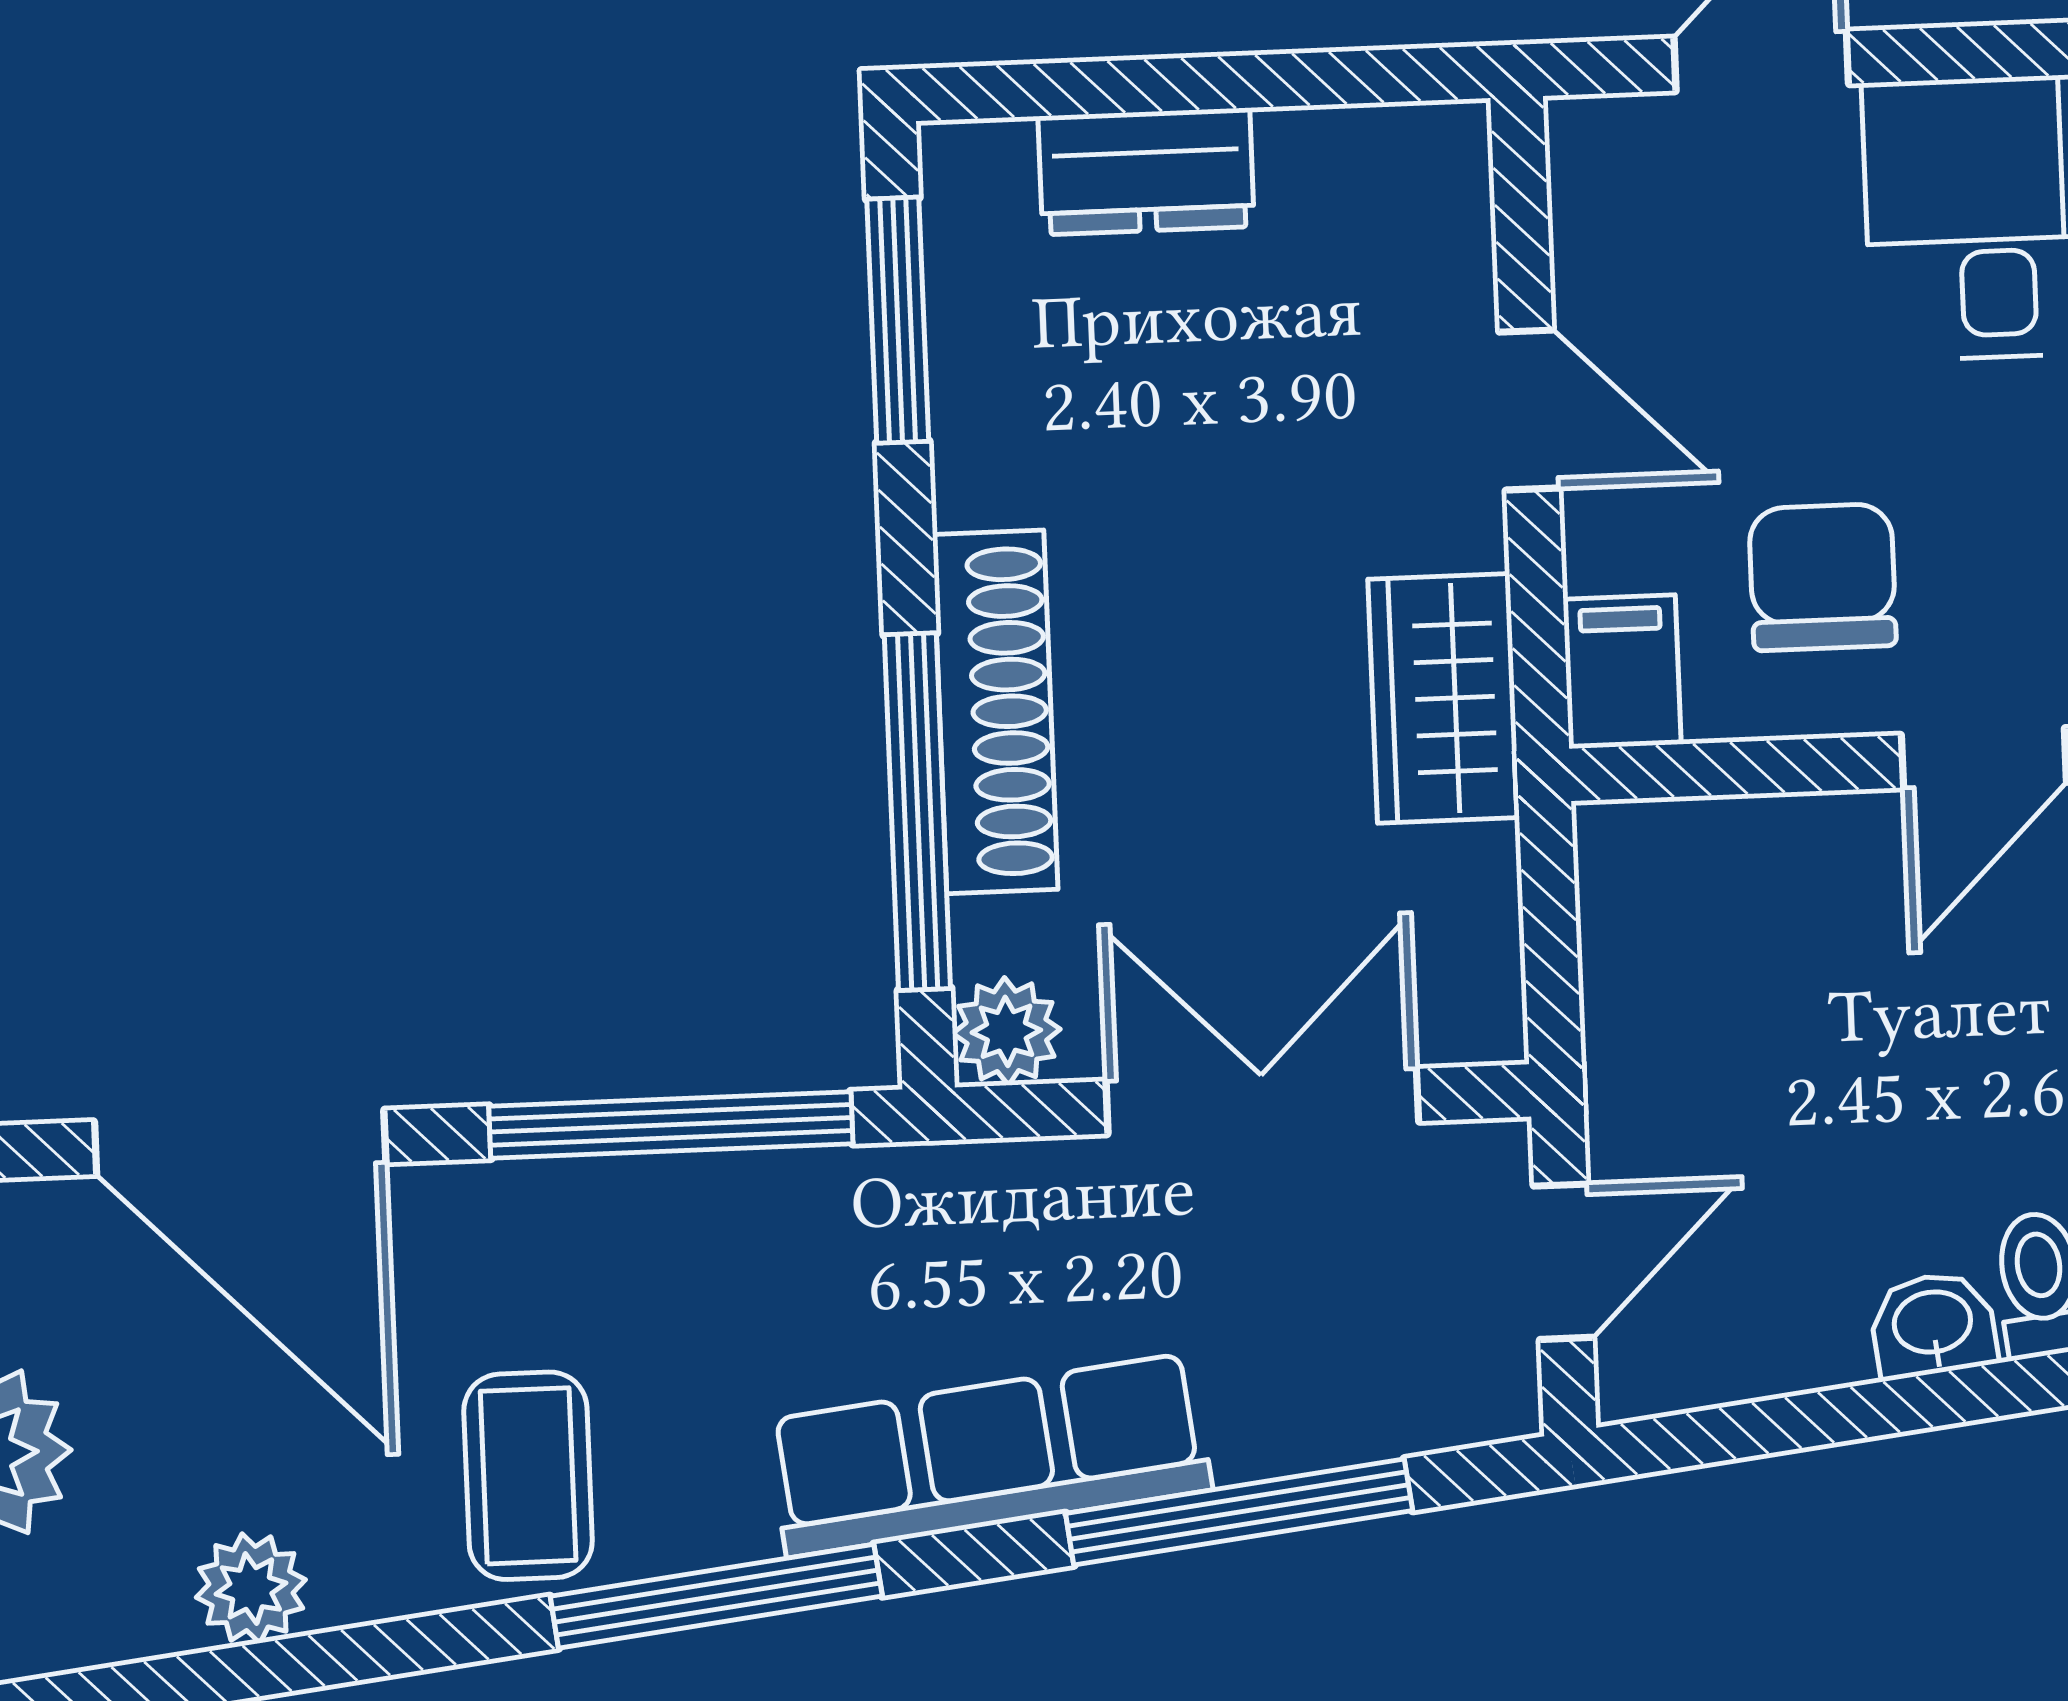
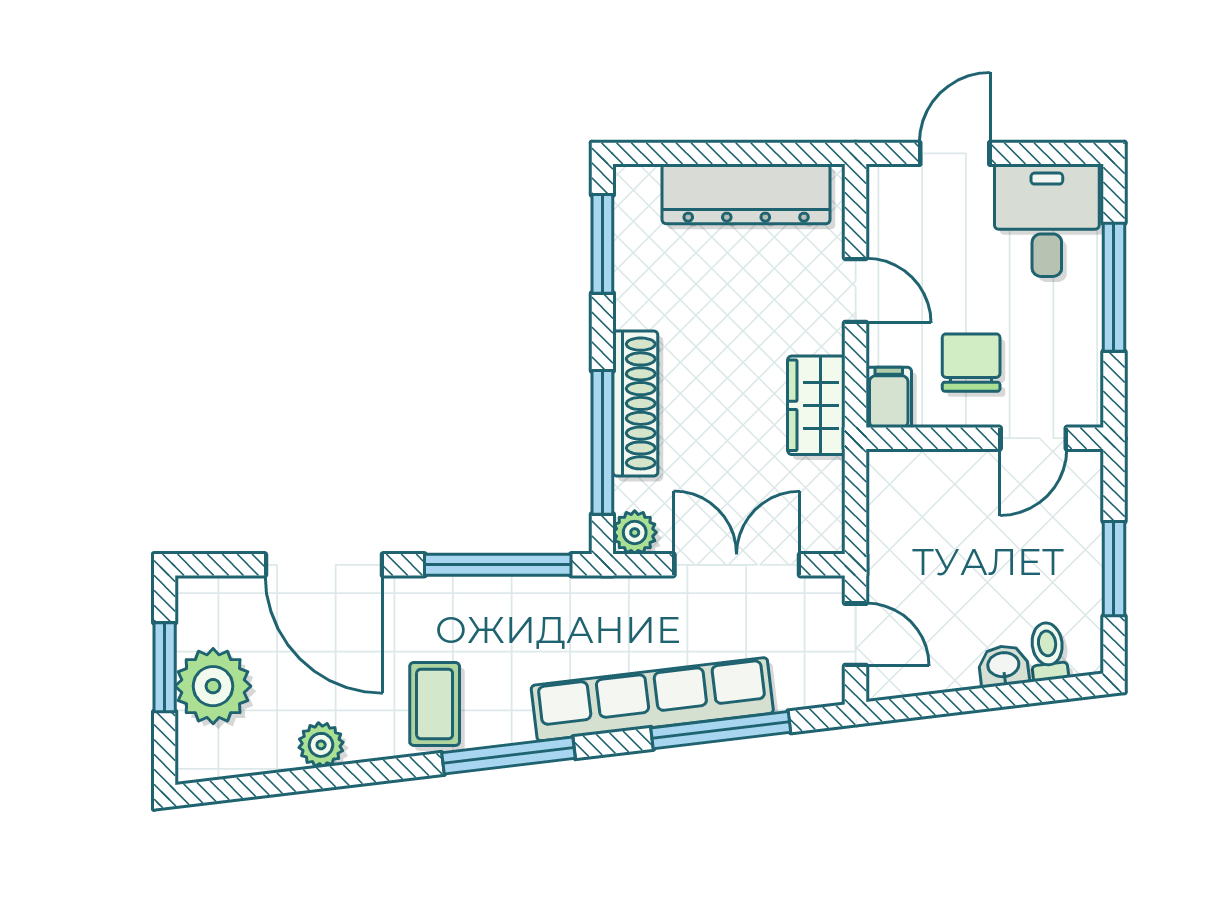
dresser: (1146, 171) -> (746, 194), width x1.96, depth x1.24
door: (1563, 1262) -> (856, 634), hinge flipped
row of seats: (989, 1455) -> (652, 699), width x1.36

